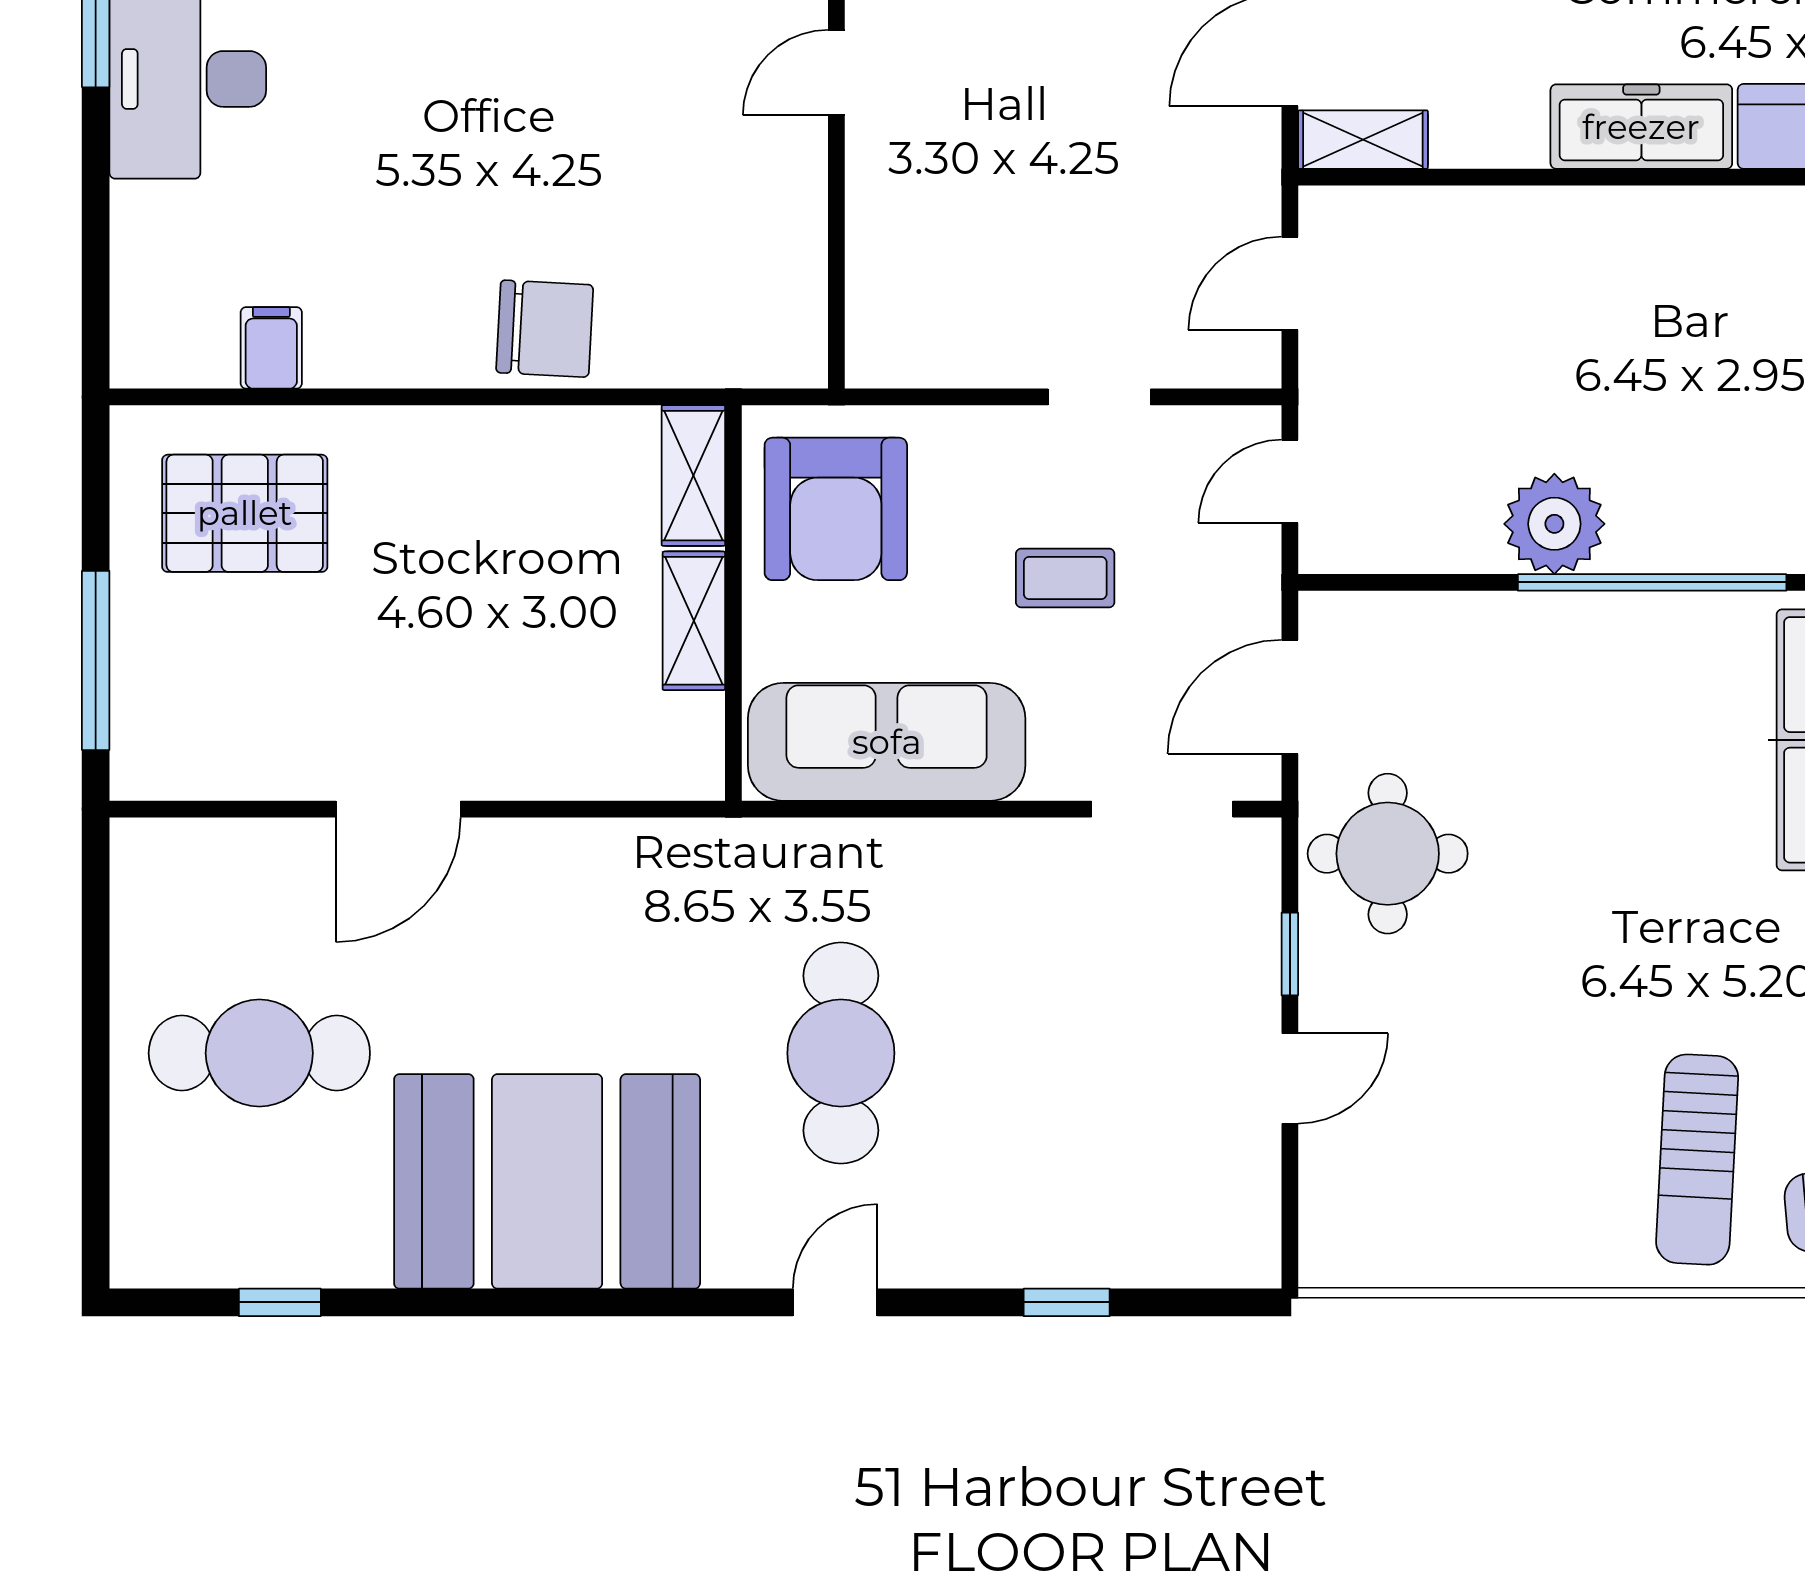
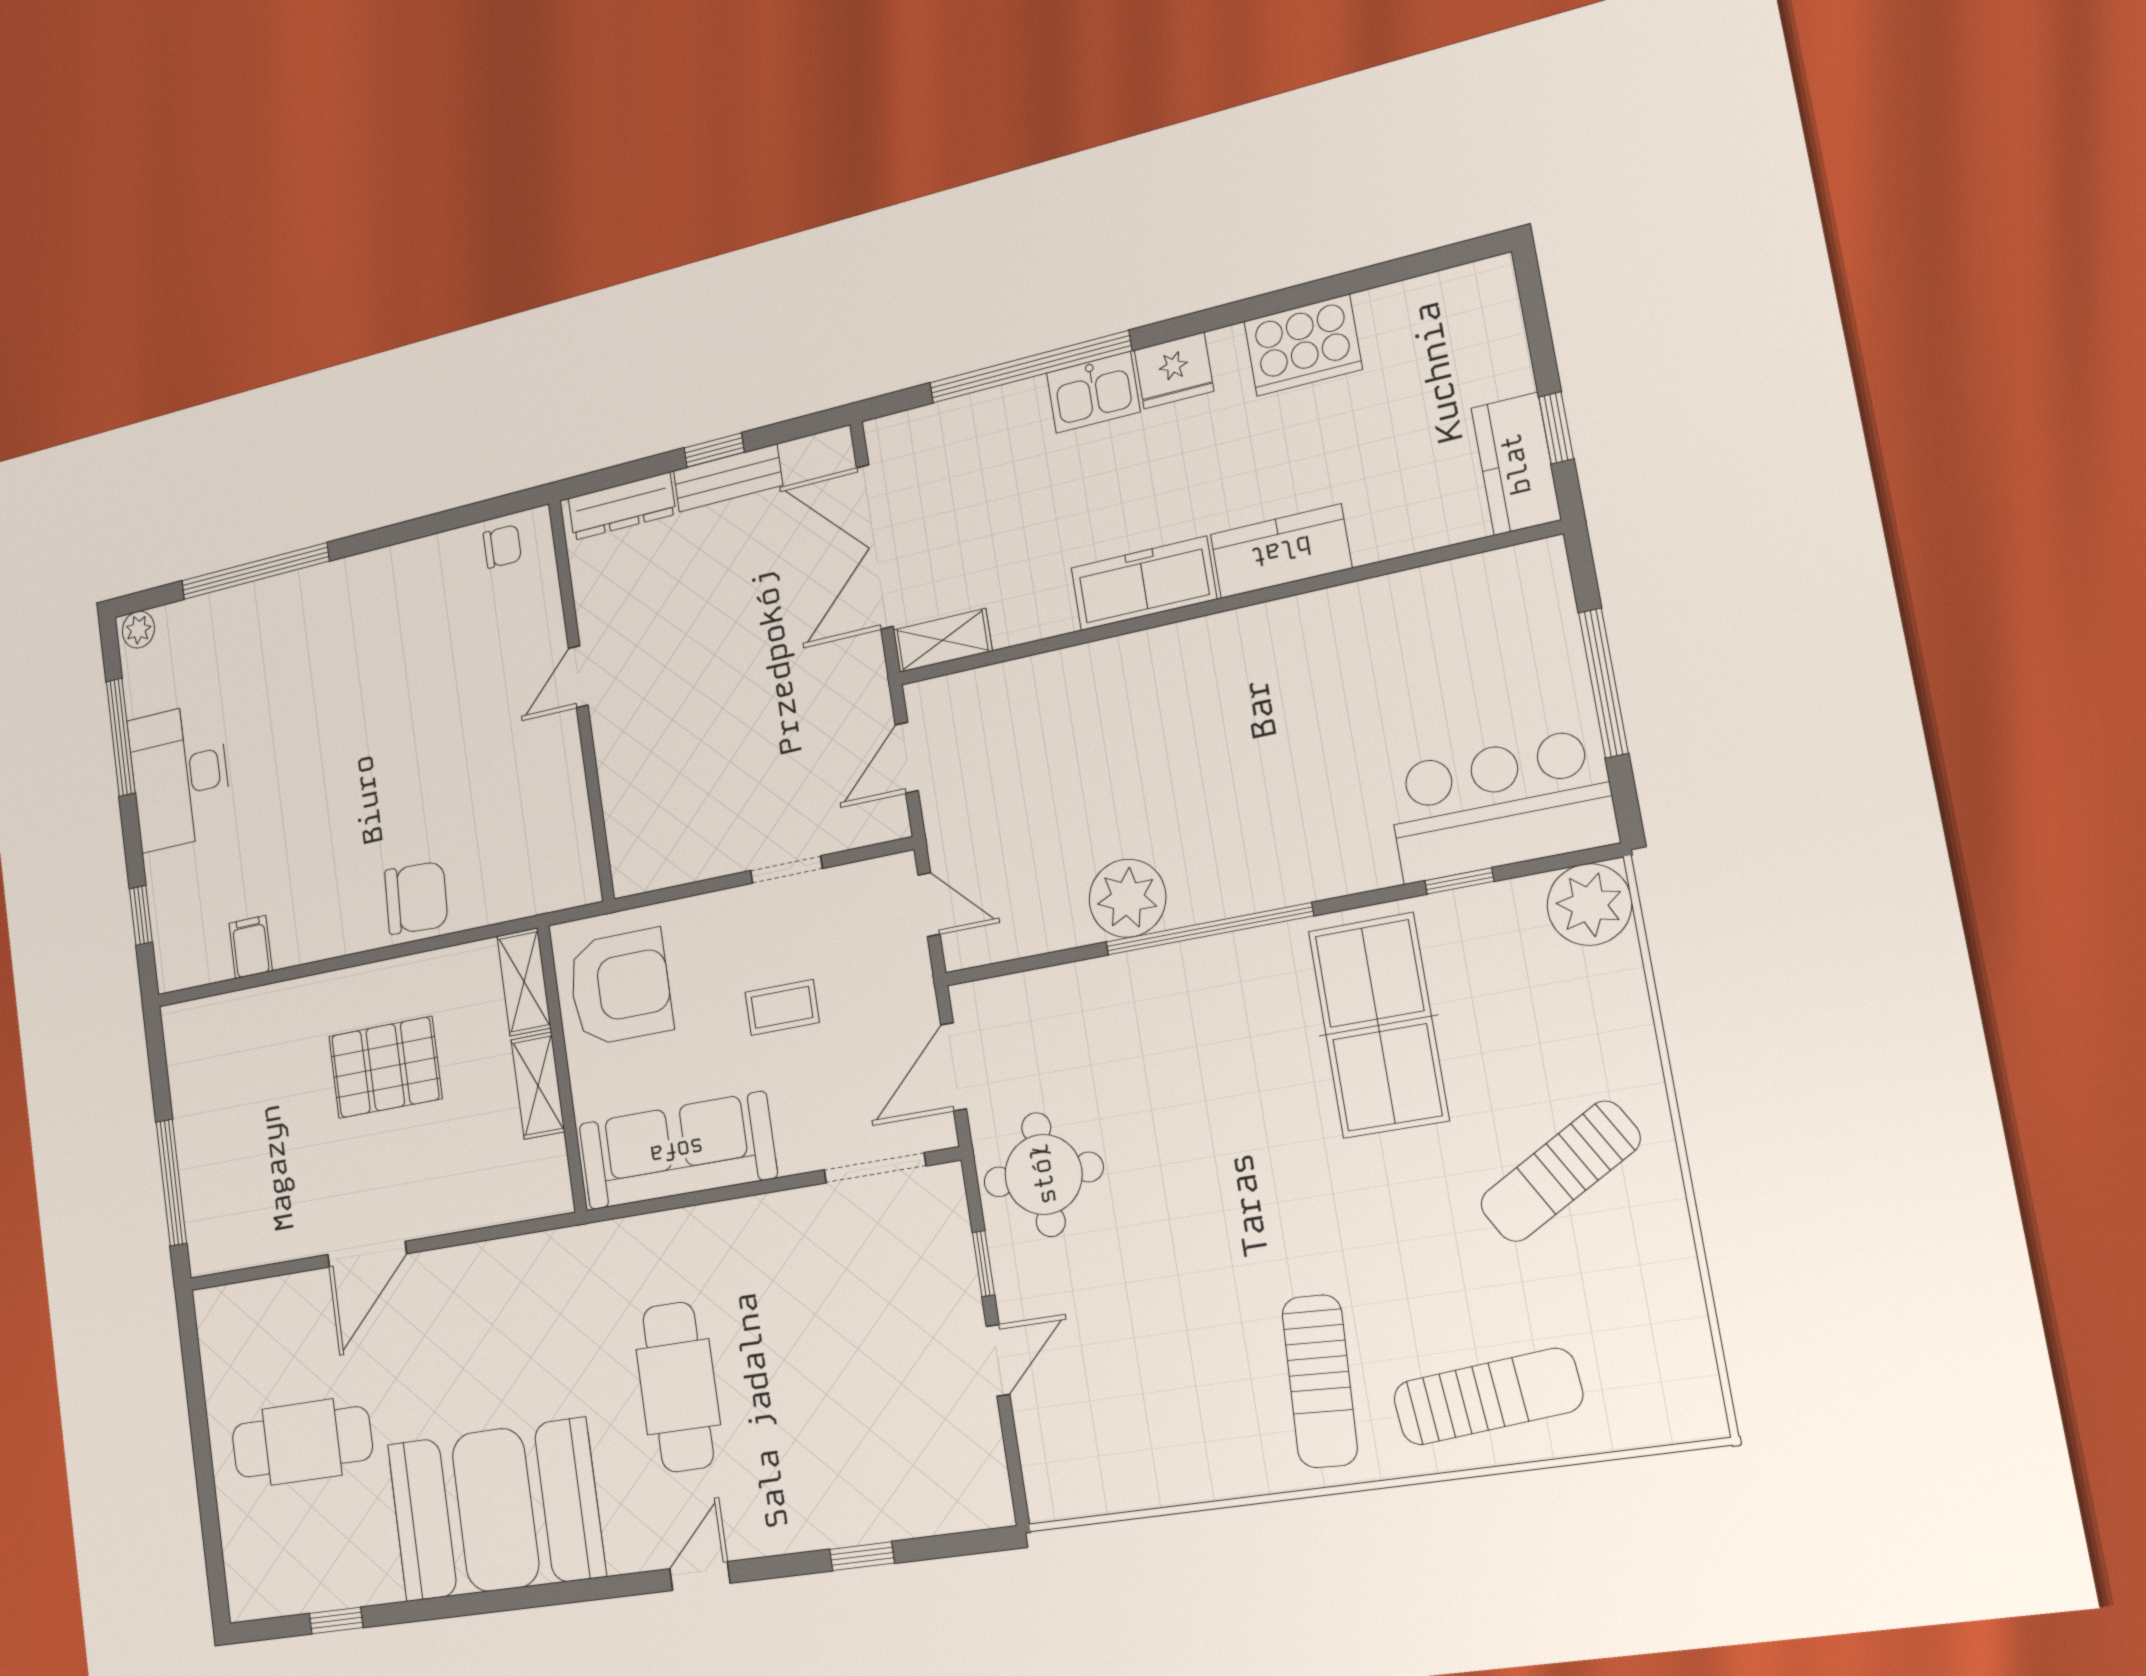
window: (96, 268) -> (141, 915), added
door: (1290, 481) -> (929, 905), swing flipped
armchair: (836, 509) -> (620, 987), turned -90
pallet: (245, 513) -> (385, 1067), moved

